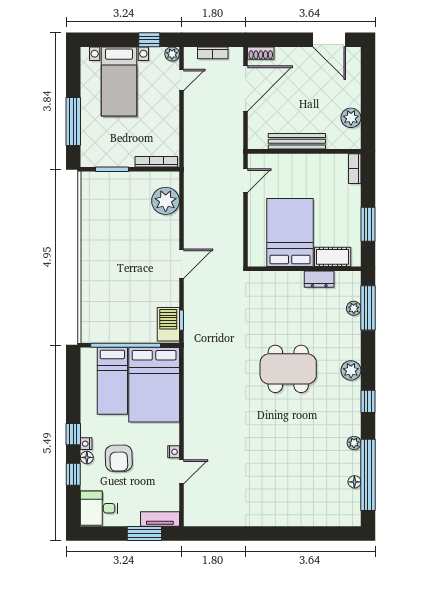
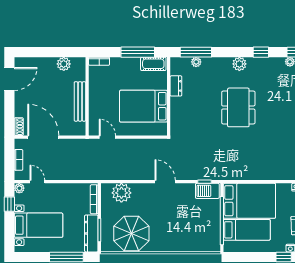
dresser: (107, 157) -> (91, 233), added
parasol: (107, 215) -> (131, 234), added
window: (368, 224) -> (138, 52), width x1.44
cot: (333, 257) -> (153, 64), moved, turned 90

